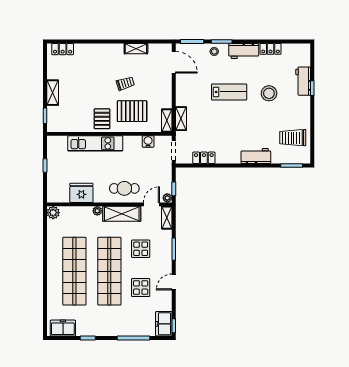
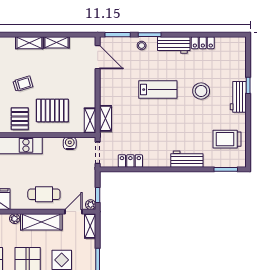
shelving: (111, 49) -> (29, 43), added
workbench: (303, 81) -> (238, 97), moved
trolley: (125, 83) -> (23, 84), moved

